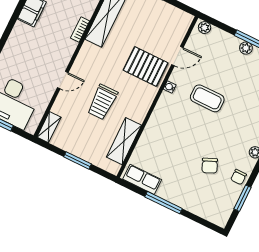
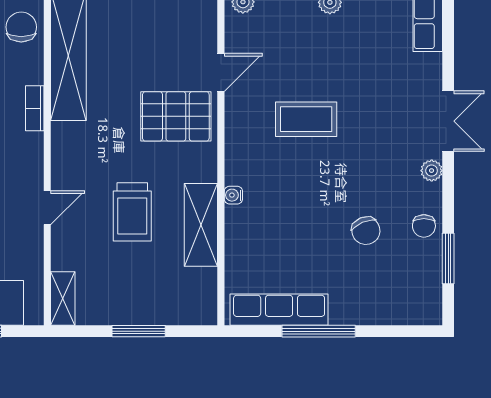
water cooler: (170, 87) -> (233, 195), moved
shelving: (124, 141) -> (201, 225), moved
row of seats: (142, 179) -> (279, 310), width x1.48

